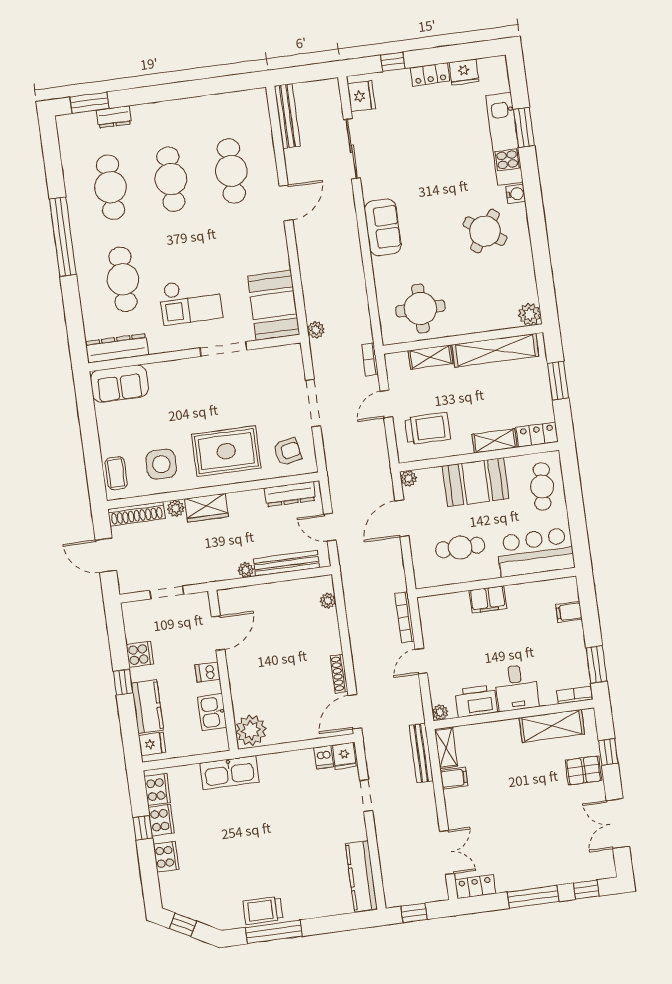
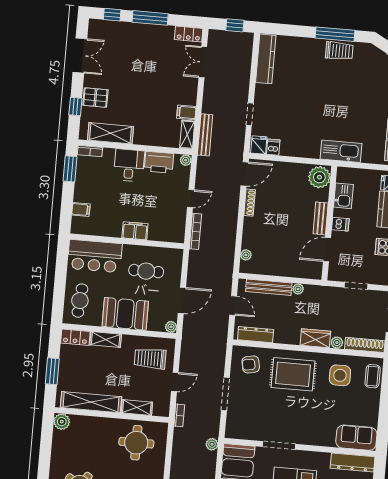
bench: (236, 674) -> (321, 218), added

